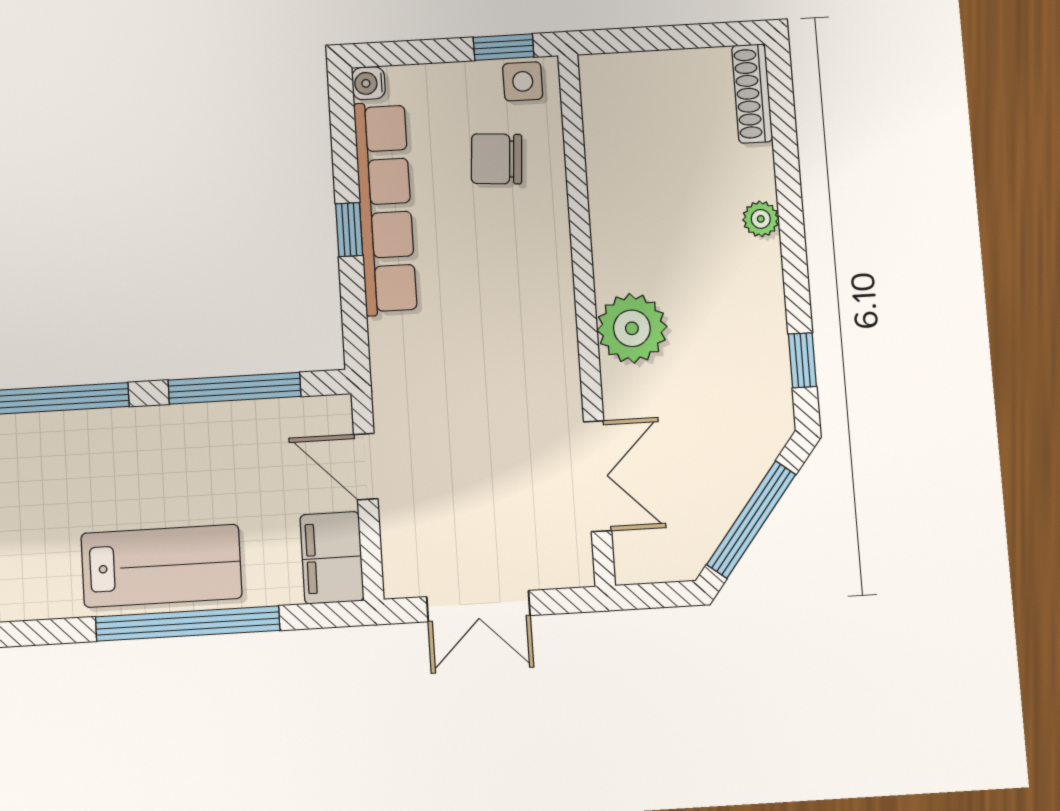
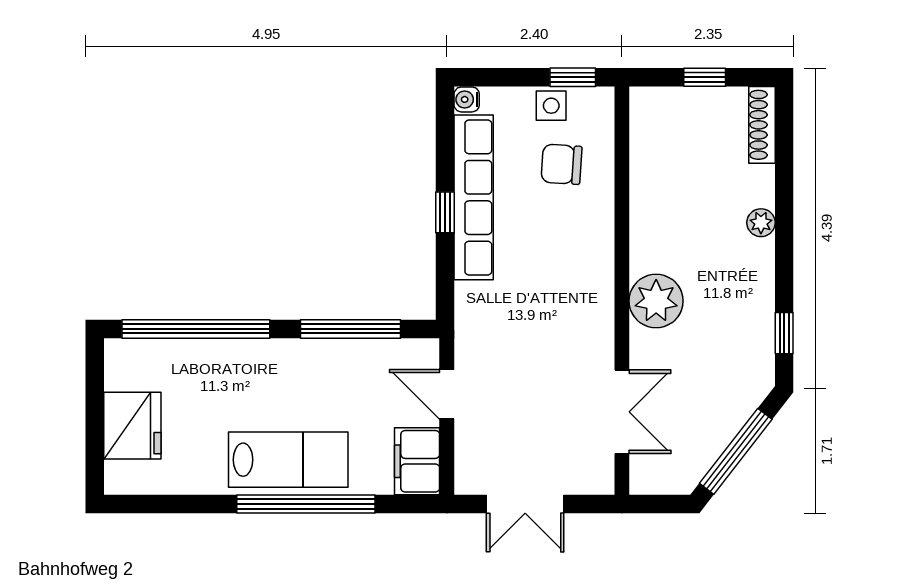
window: (673, 37) -> (705, 77), added
side table: (523, 81) -> (551, 106), moved

